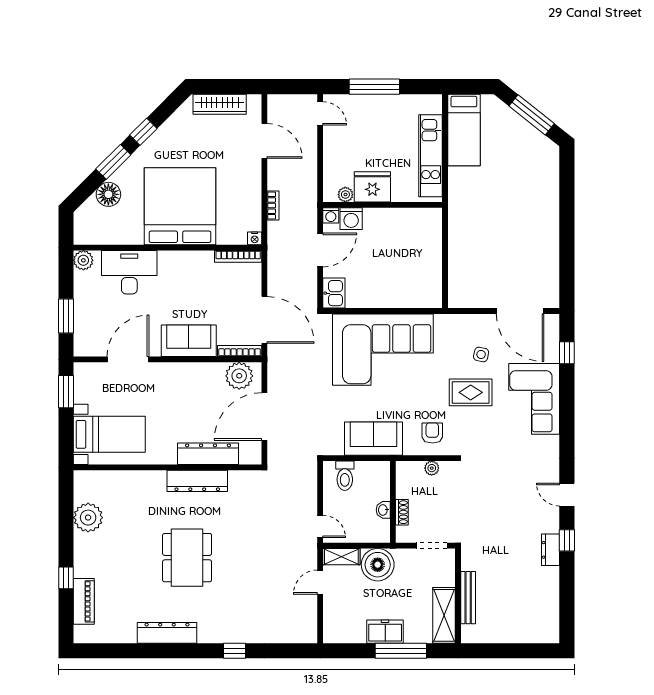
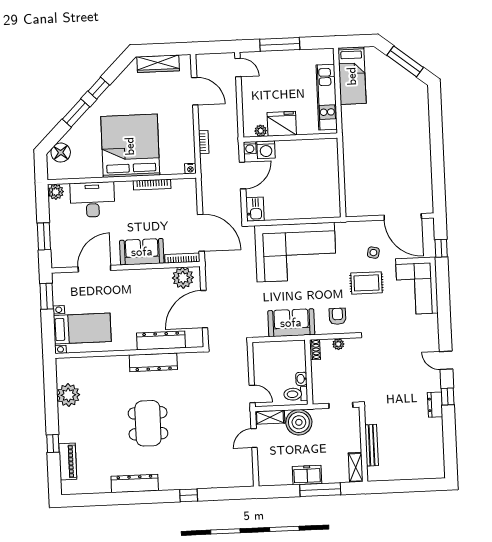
floor lamp: (108, 194) -> (61, 153), moved
bookcase: (238, 256) -> (152, 185), moved
toilet: (345, 476) -> (296, 394), moved, turned 90
shoe rack: (402, 512) -> (315, 350), moved
shelving: (444, 615) -> (356, 467), width x0.67, depth x0.75

